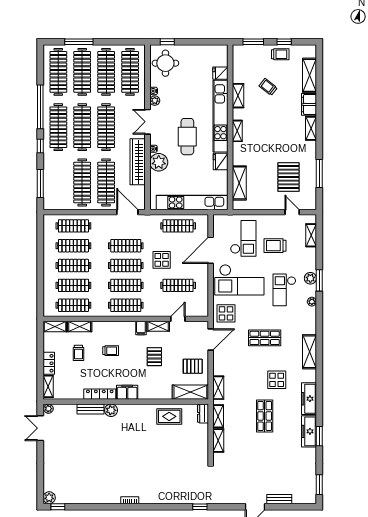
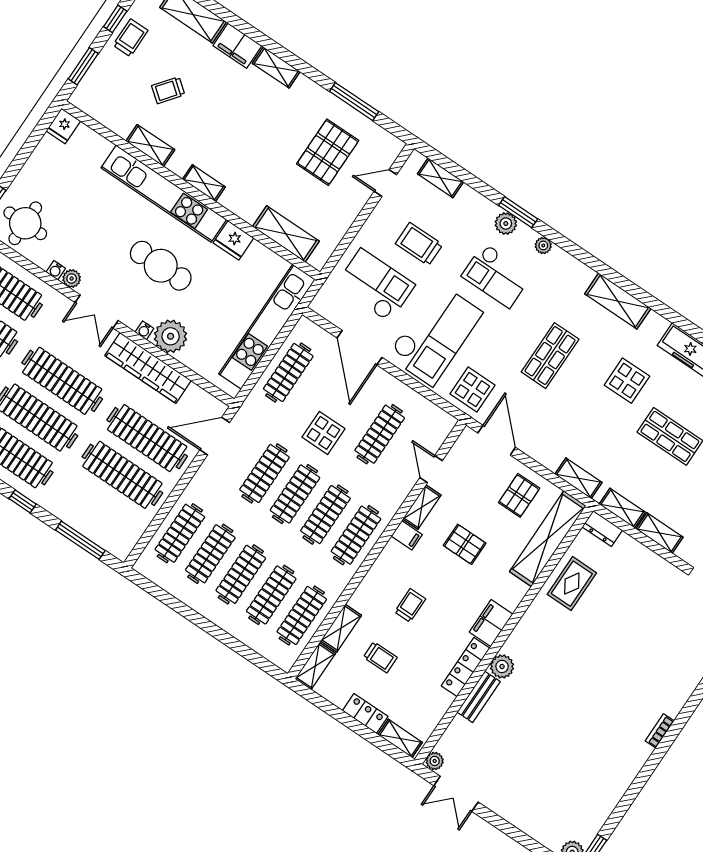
fridge: (220, 73) -> (63, 126), moved
pallet: (289, 177) -> (328, 152), turned 90
trolley: (275, 246) -> (419, 244), turned 90
shelving: (190, 392) -> (548, 539), width x1.47

